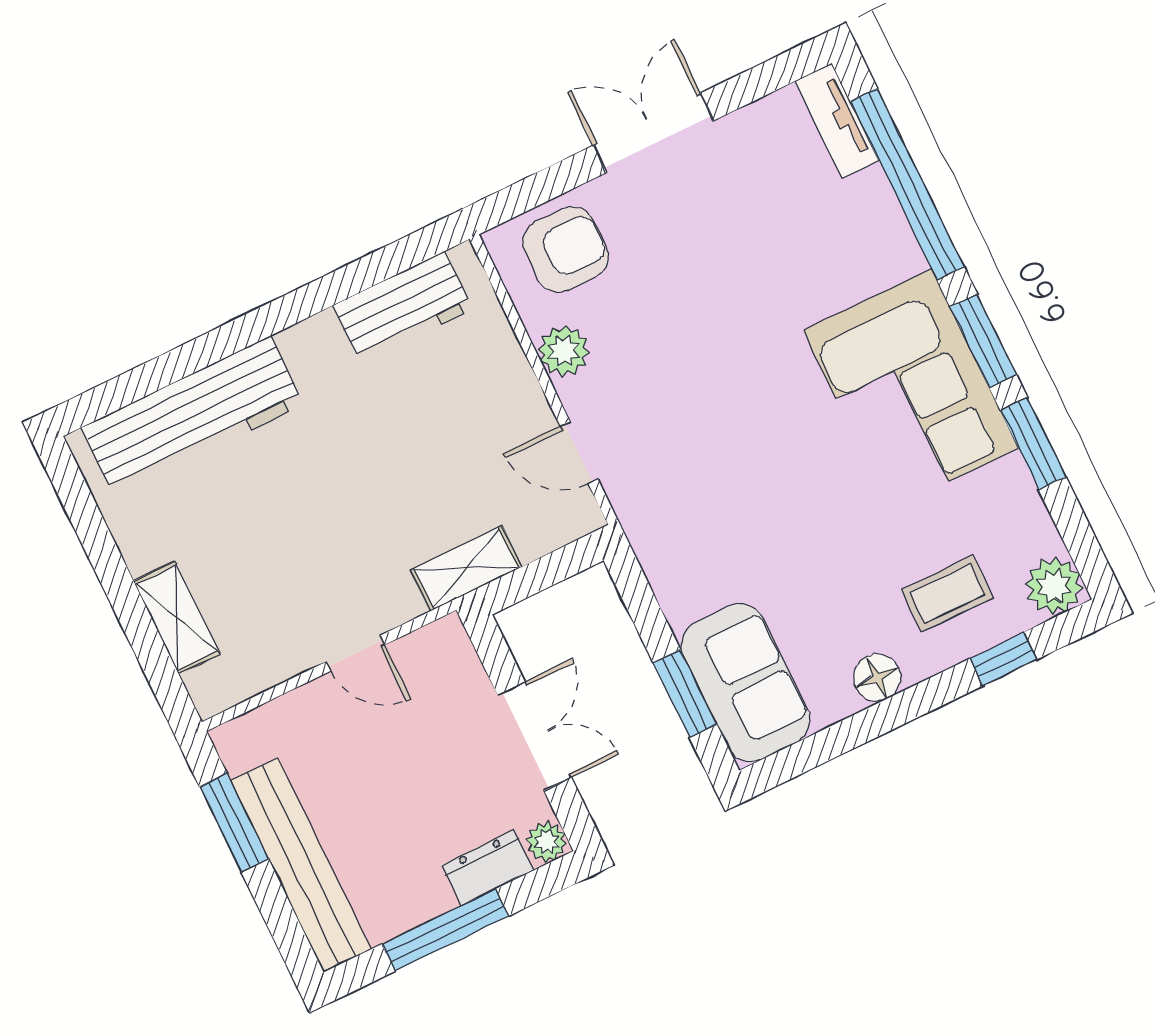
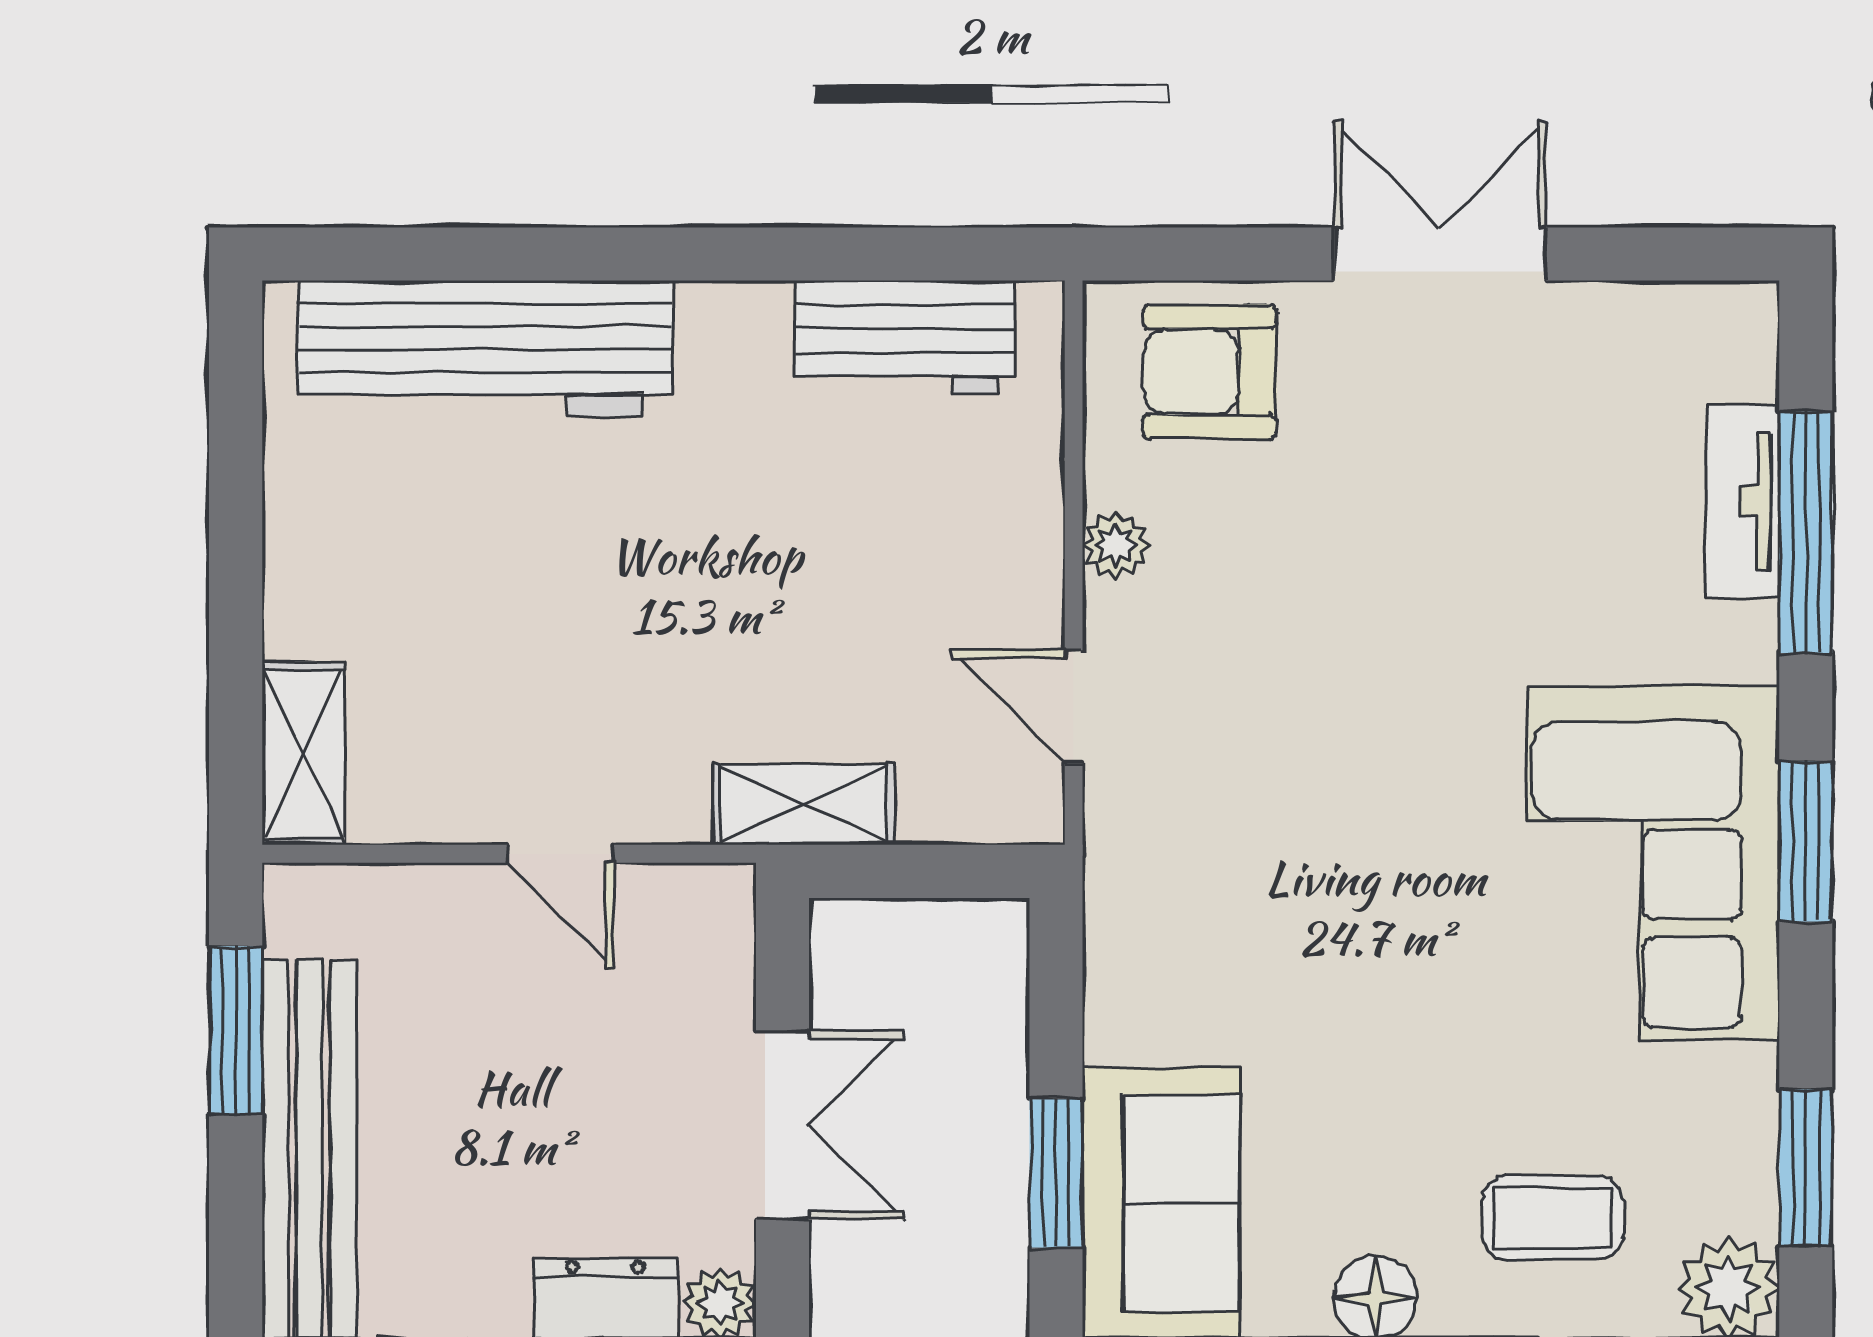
tv unit: (837, 121) -> (1743, 501), moved
window: (907, 184) -> (1806, 532), width x0.68
armchair: (565, 249) -> (1210, 372), turned 180
plant: (564, 351) -> (1116, 545), width x0.73, depth x0.73
window: (1033, 444) -> (1806, 1168), moved
shelving: (177, 618) -> (303, 753), moved

